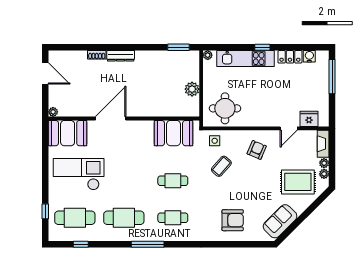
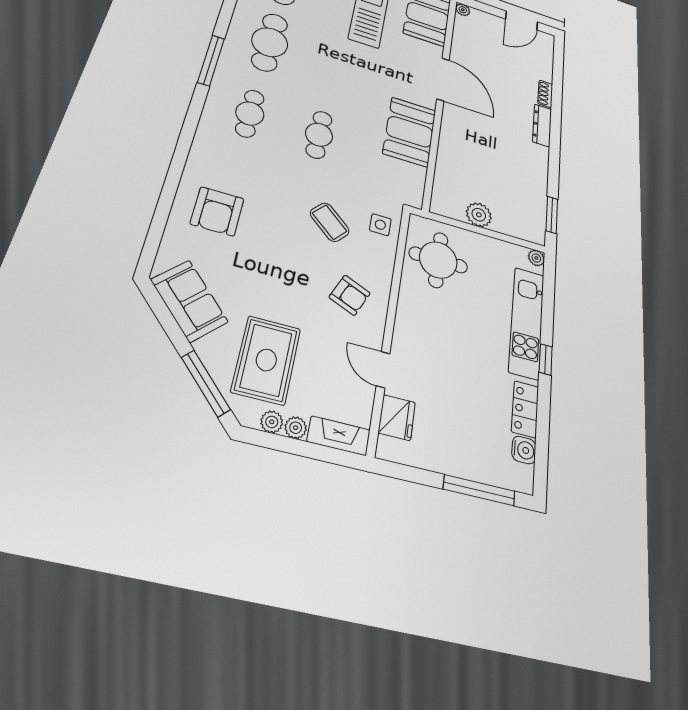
booth: (174, 133) -> (410, 132), moved
window: (315, 205) -> (206, 383), added

